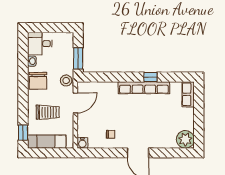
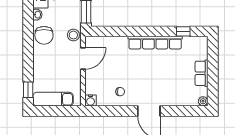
window: (150, 77) -> (183, 31), moved
row of seats: (188, 94) -> (202, 73), moved
trolley: (48, 112) -> (54, 68), removed
plant: (185, 139) -> (203, 101), width x0.53, depth x0.53

